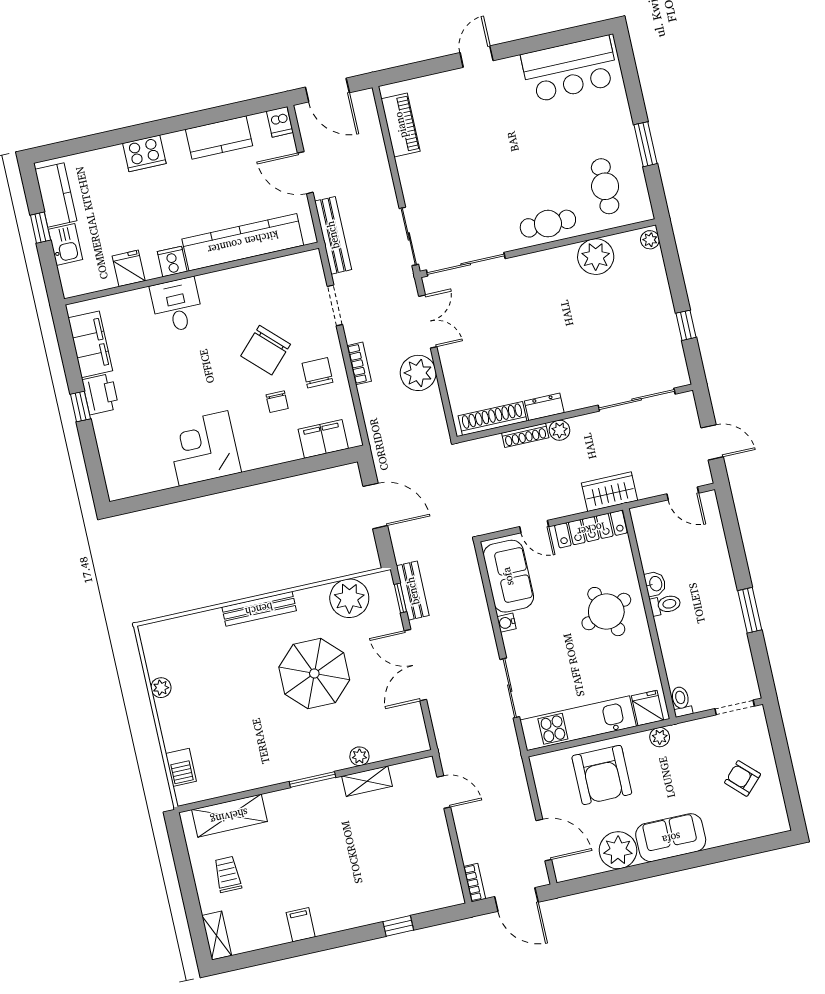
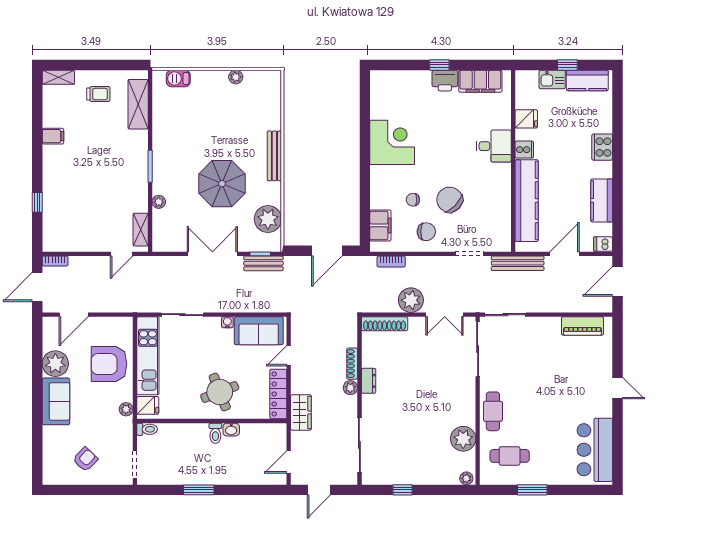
bookcase: (359, 363) -> (391, 261), moved
shoe rack: (492, 418) -> (385, 324), moved, turned 90
shelving: (367, 781) -> (141, 230), moved

